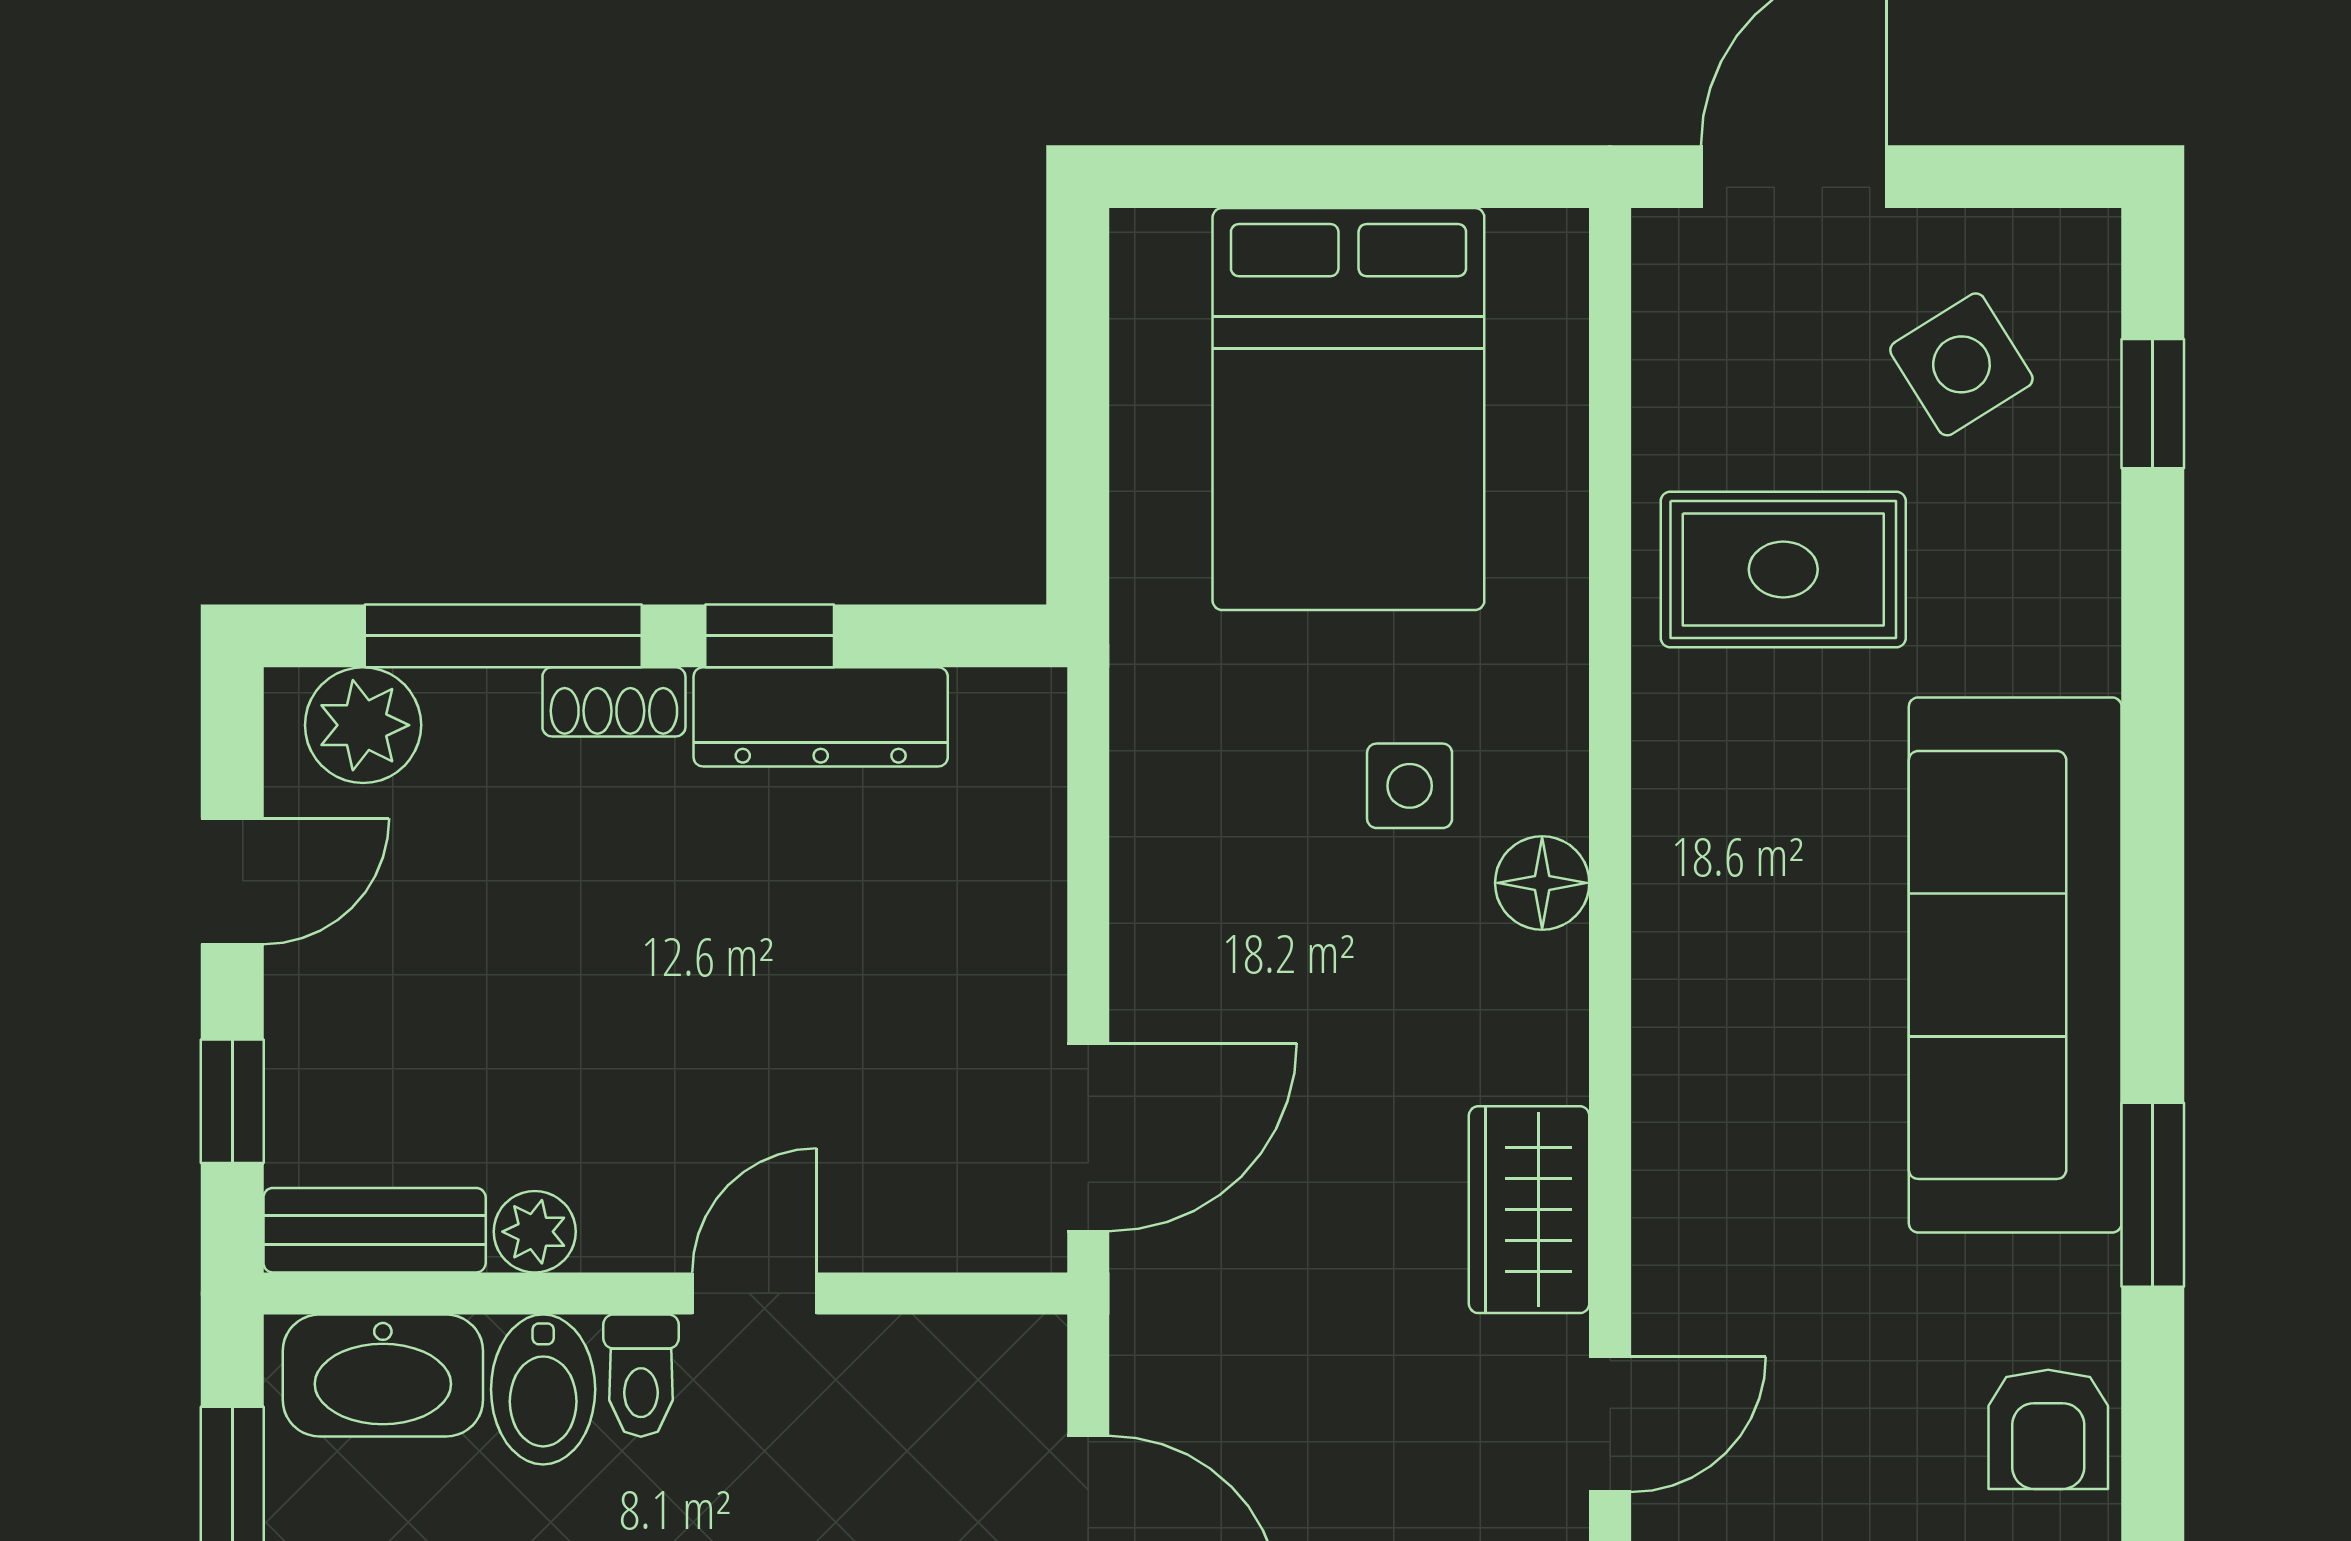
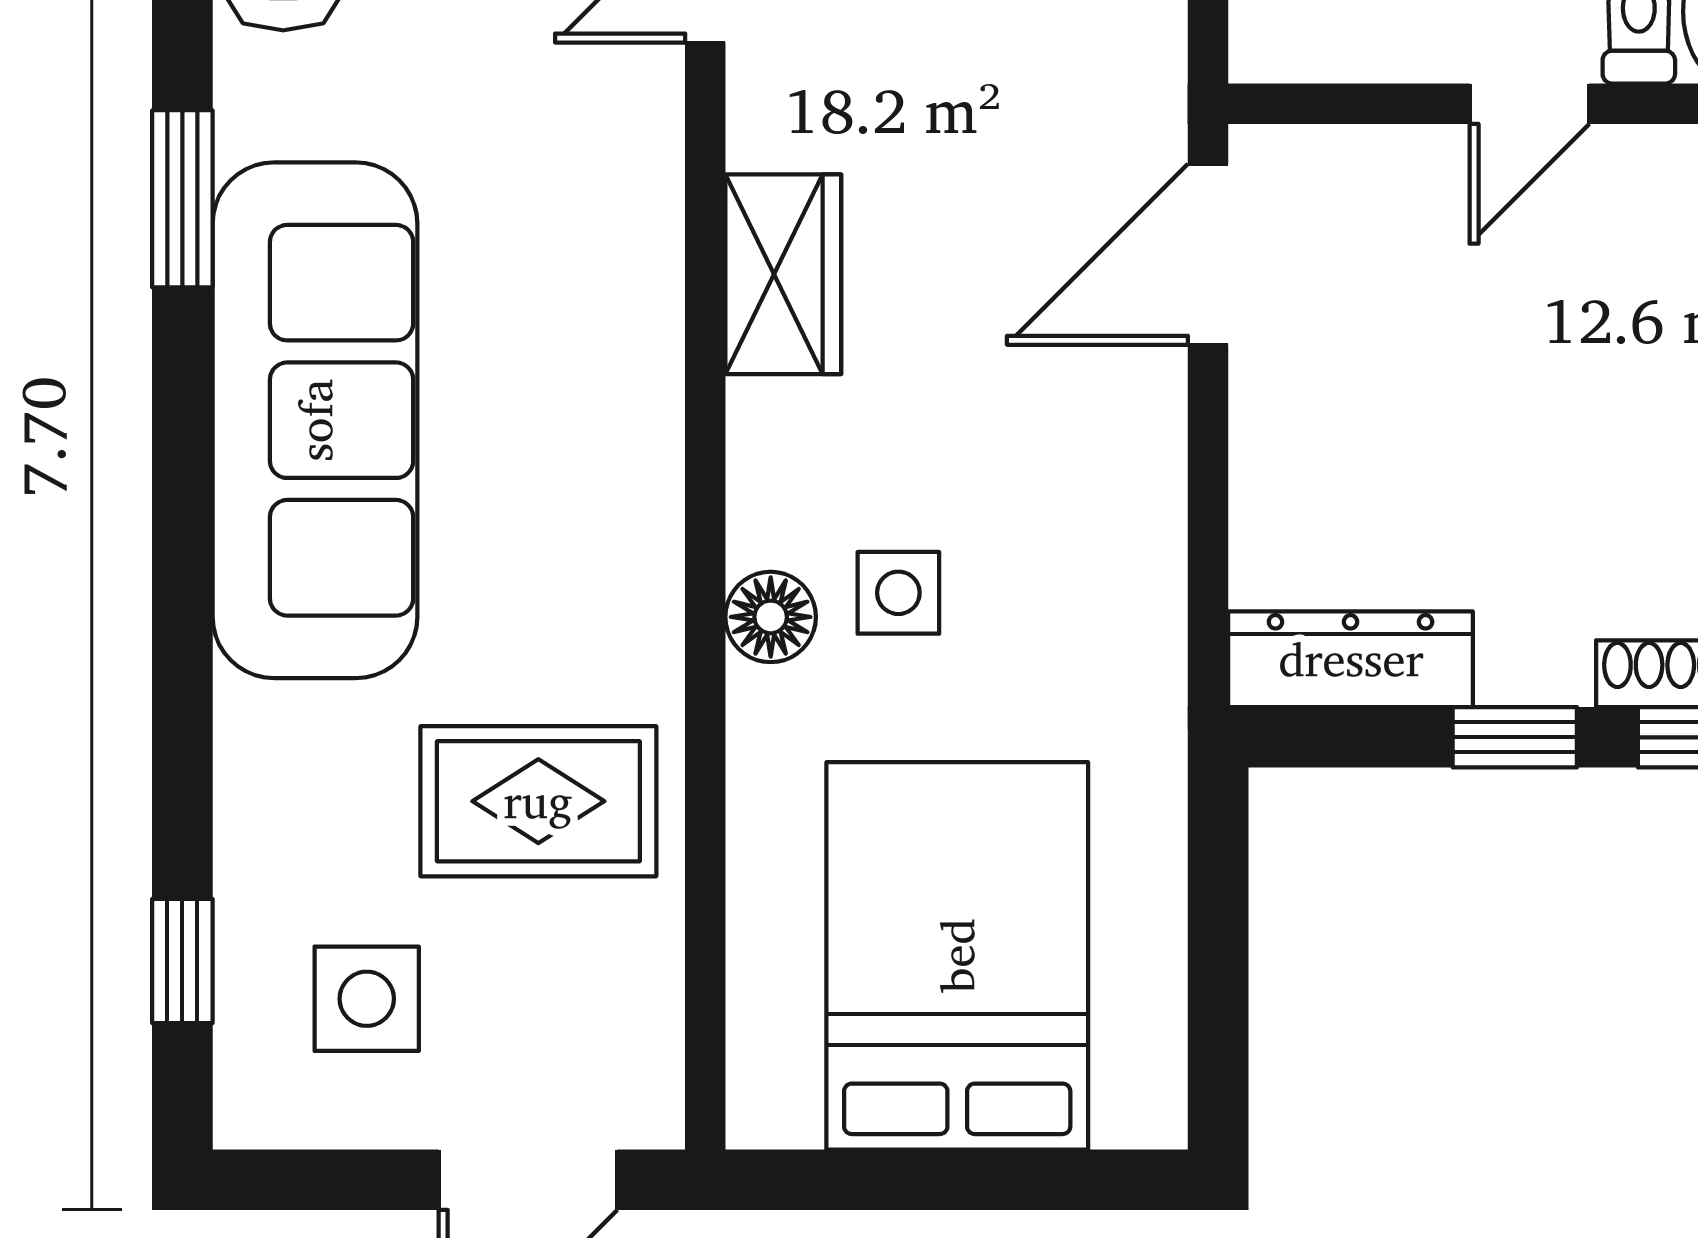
side table: (1961, 364) -> (367, 999), turned 32
dresser: (821, 717) -> (1351, 659), moved
floor lamp: (1542, 883) -> (771, 617), moved
wardrobe: (1529, 1210) -> (783, 274), moved

